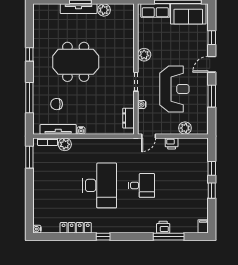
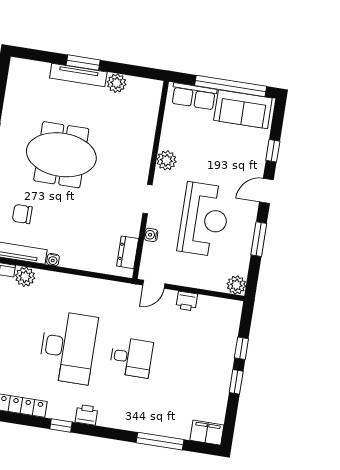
plant: (185, 128) -> (236, 285), moved
filing cabinet: (203, 226) -> (207, 433), width x2.00
printer: (163, 227) -> (86, 415), moved

